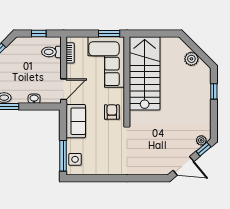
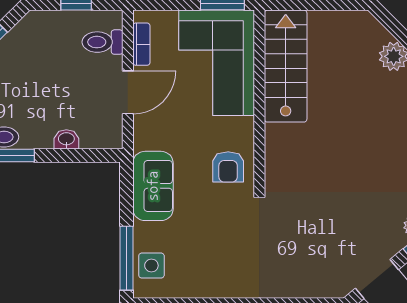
stairs: (145, 73) -> (286, 66), width x0.73, depth x0.66
door: (64, 89) -> (128, 92), moved
armchair: (112, 112) -> (228, 167), turned 180

